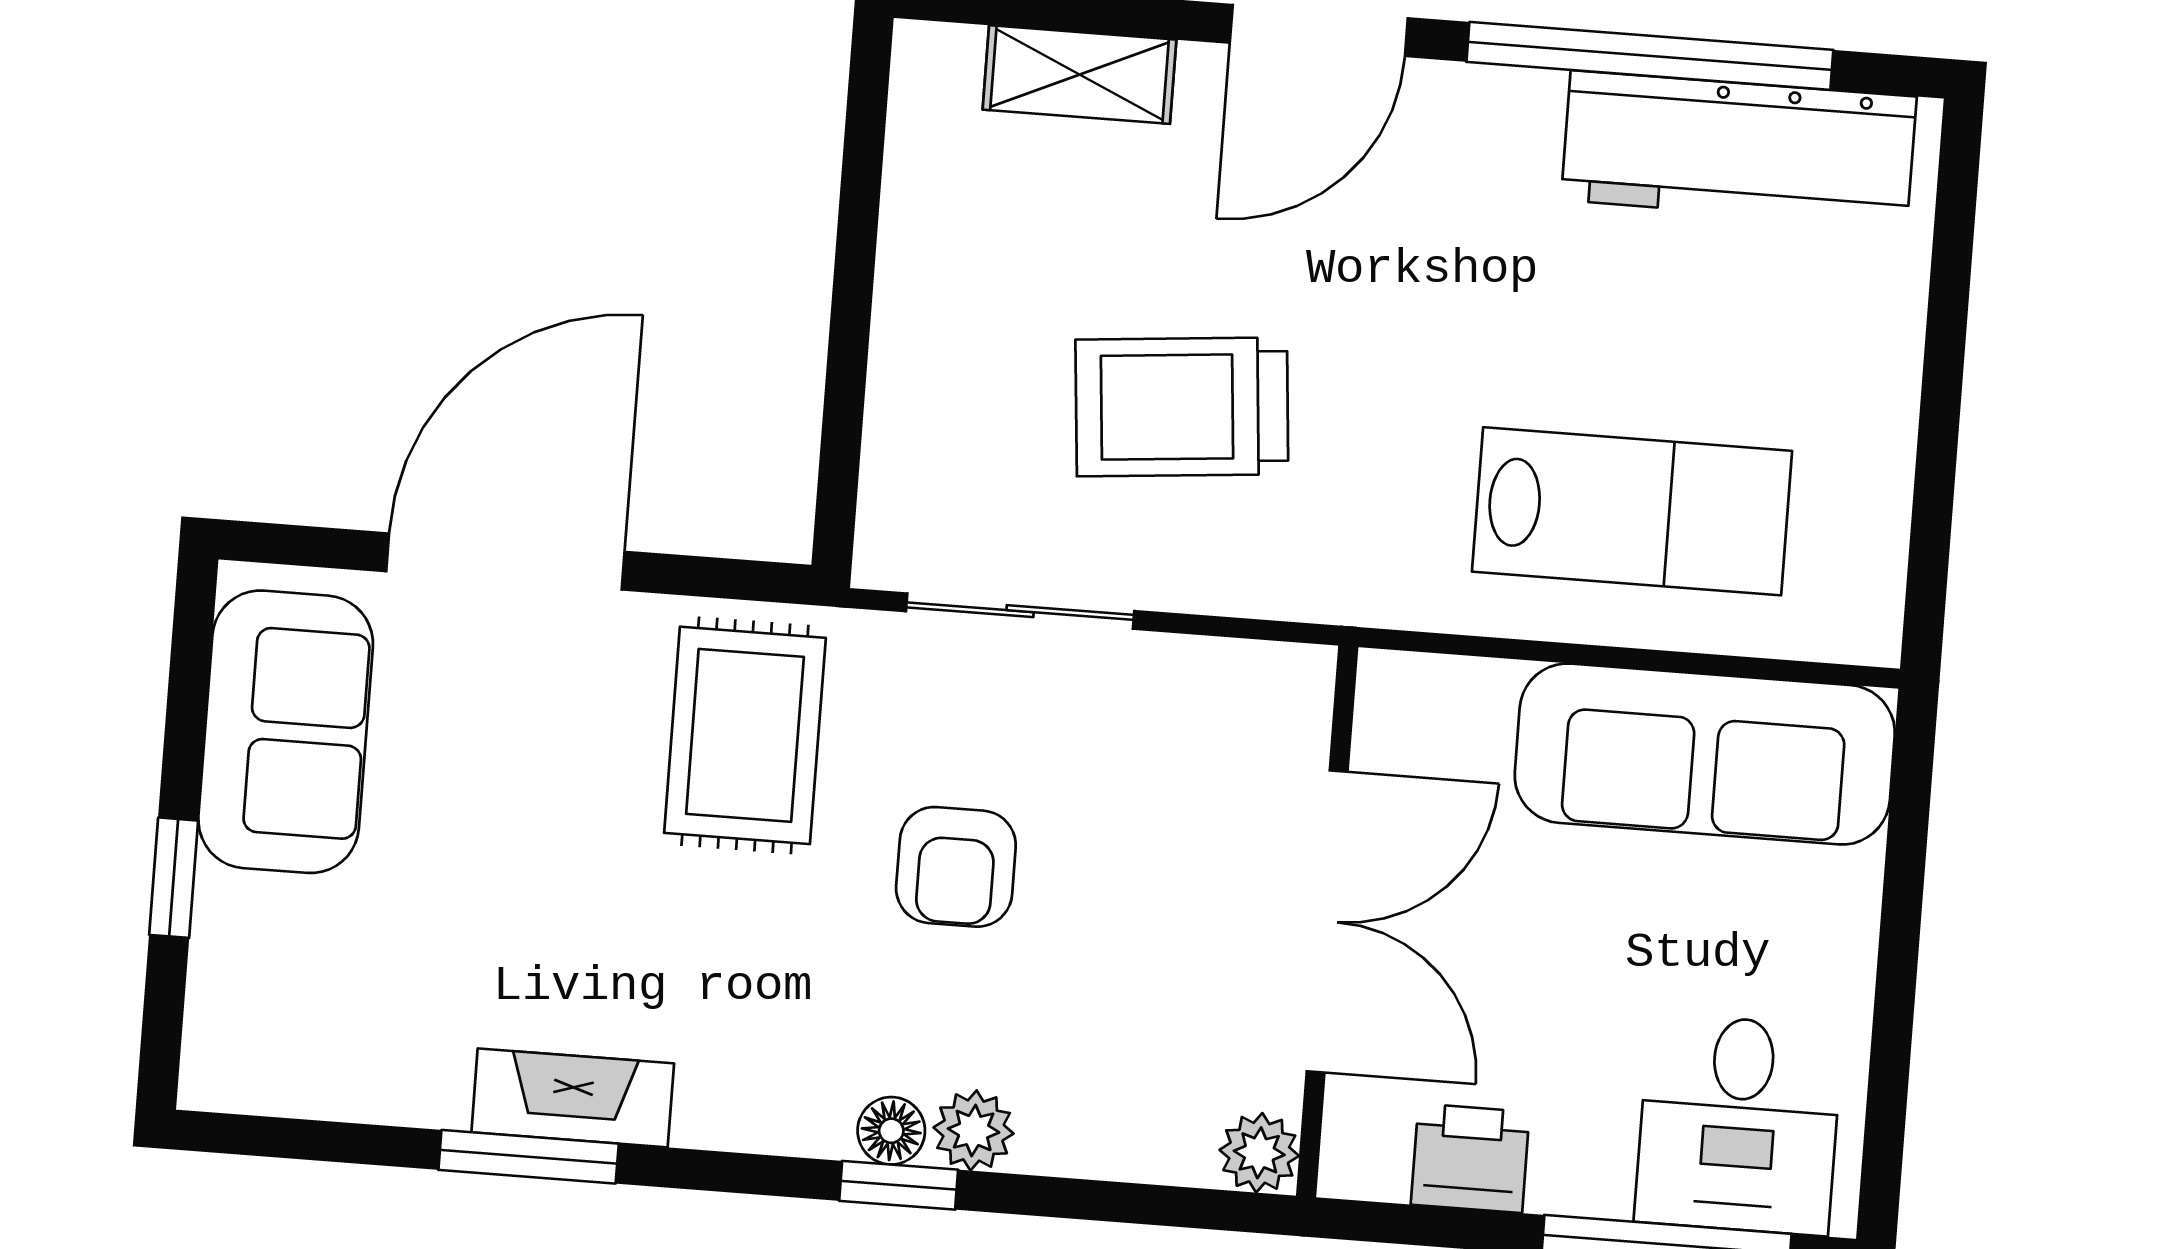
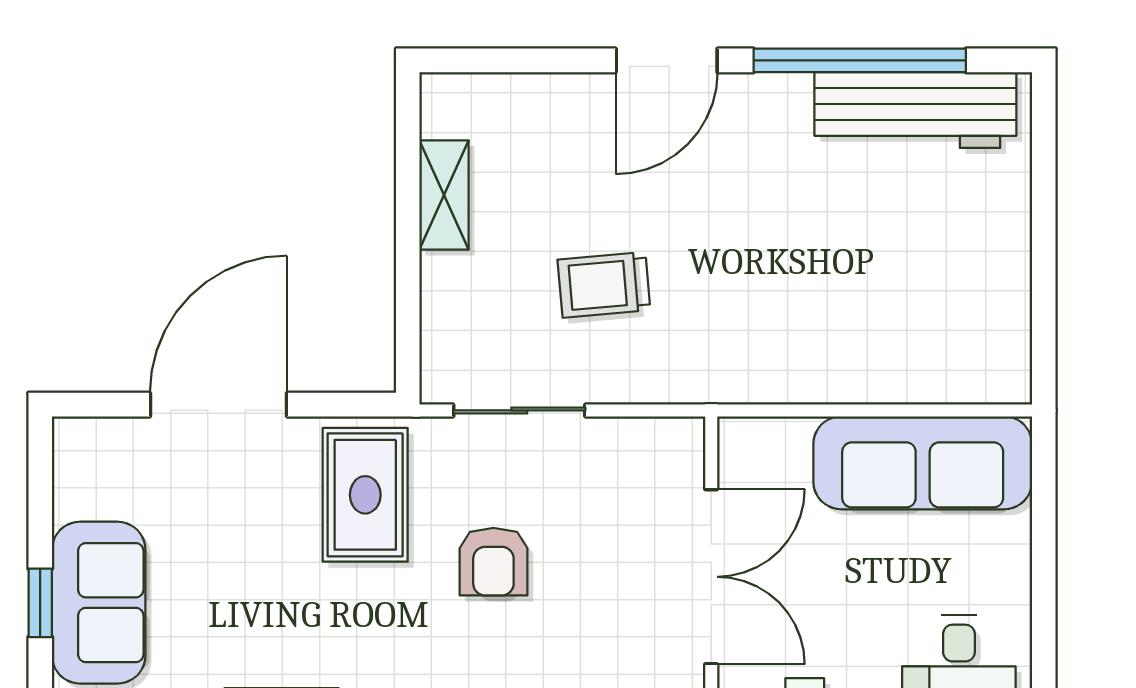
shelving: (1079, 75) -> (444, 195), moved, turned 90
trolley: (1182, 407) -> (604, 285), width x0.73, depth x0.72
lab bench: (1632, 511) -> (870, 325), removed
sofa: (286, 732) -> (99, 603), moved

